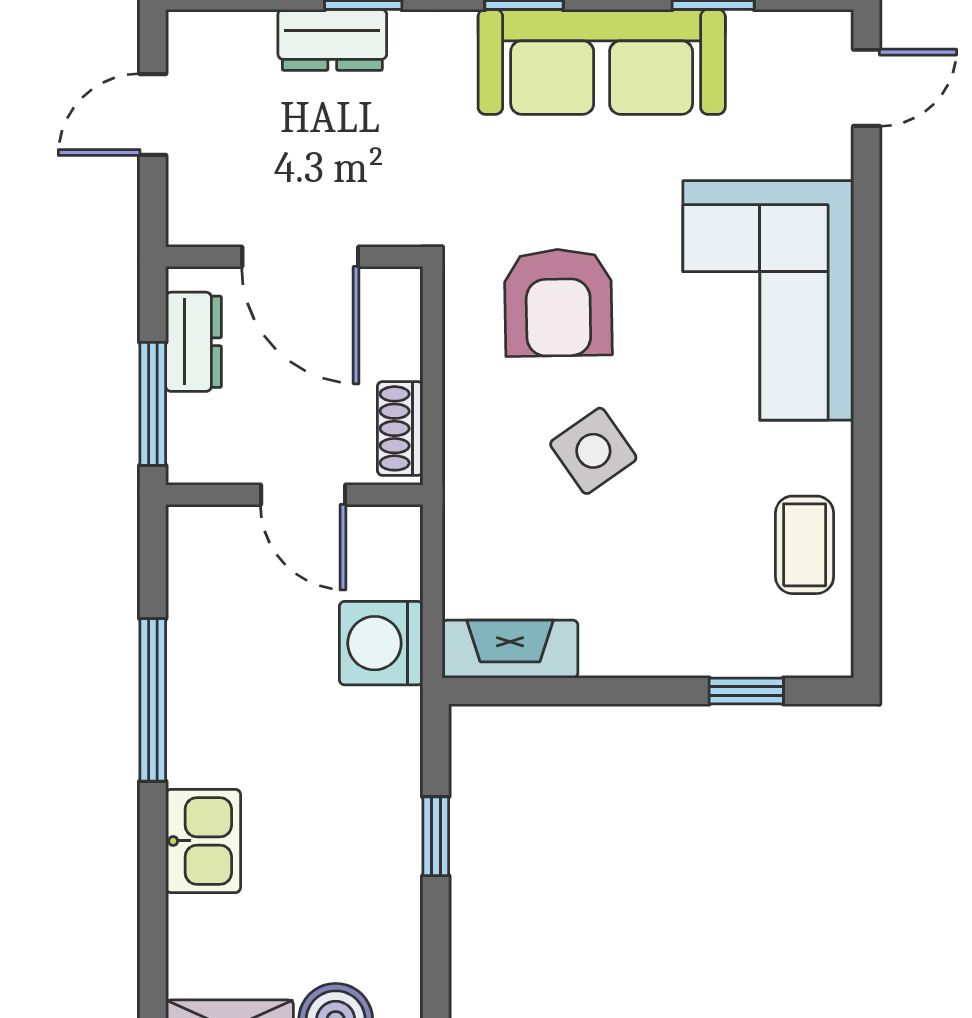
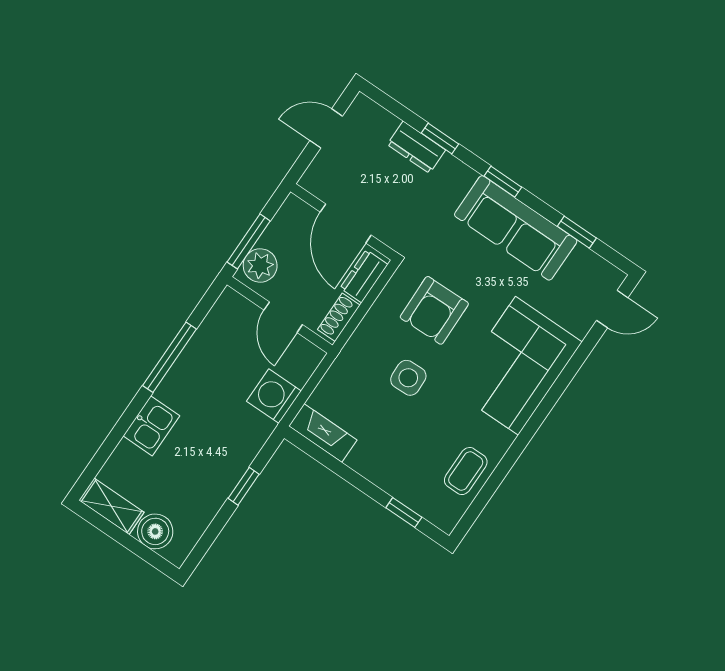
dresser: (194, 342) -> (364, 276), moved, turned 180
plant: (201, 432) -> (260, 265), added
side table: (593, 451) -> (408, 378), turned 33

